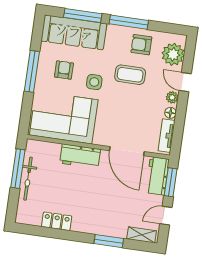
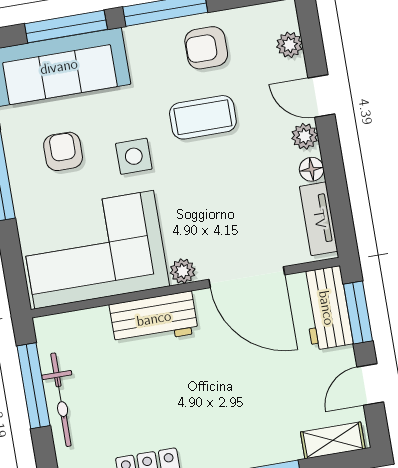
plant: (173, 54) -> (289, 45), width x0.53, depth x0.53
plant: (100, 139) -> (183, 271), added

